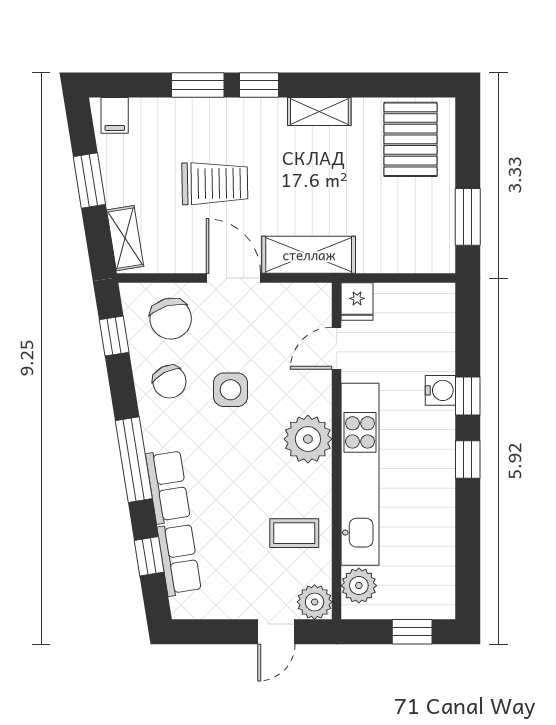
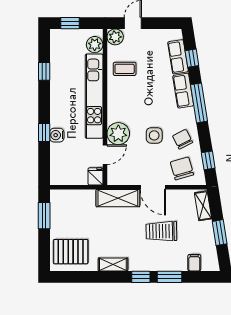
filing cabinet: (115, 115) -> (194, 263), moved
pallet: (410, 139) -> (71, 252), turned 90
plant: (308, 439) -> (118, 134), moved
window: (468, 460) -> (44, 71), moved

